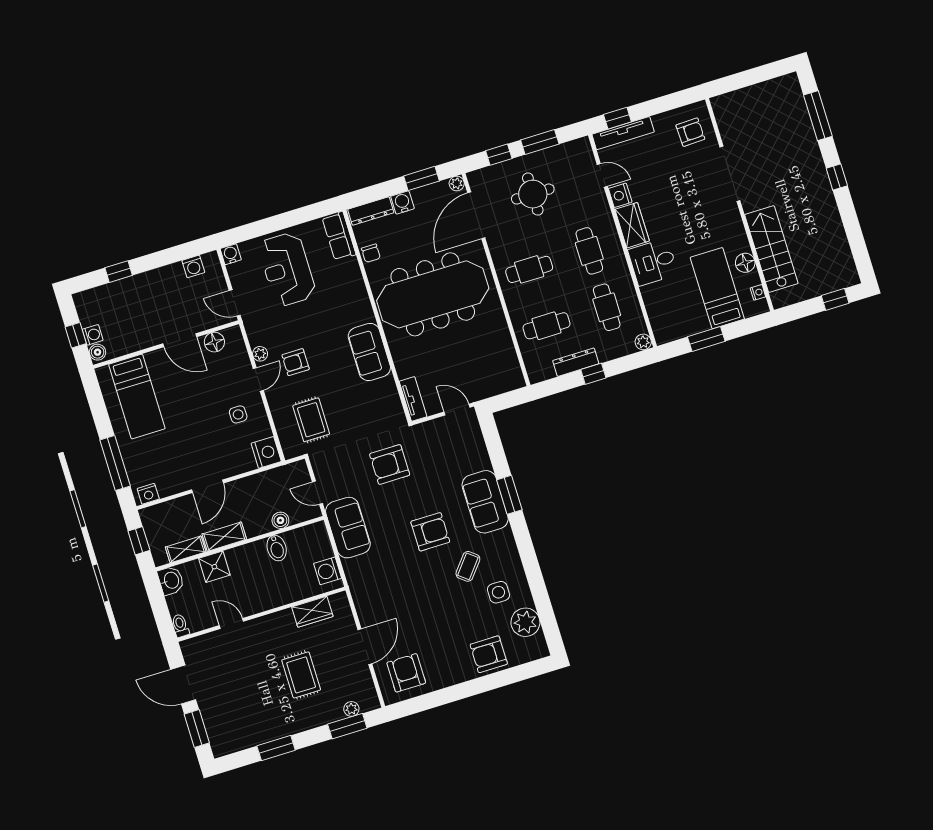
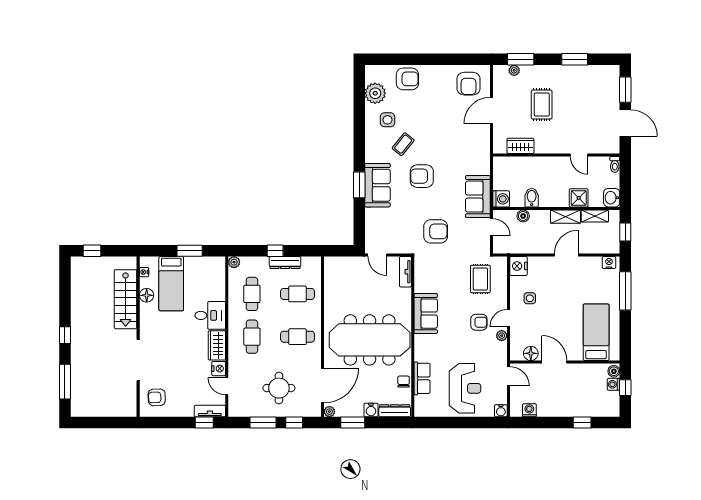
tv unit: (623, 133) -> (210, 411), width x0.71
row of seats: (339, 236) -> (422, 378), moved
washing machine: (328, 571) -> (501, 199), moved

